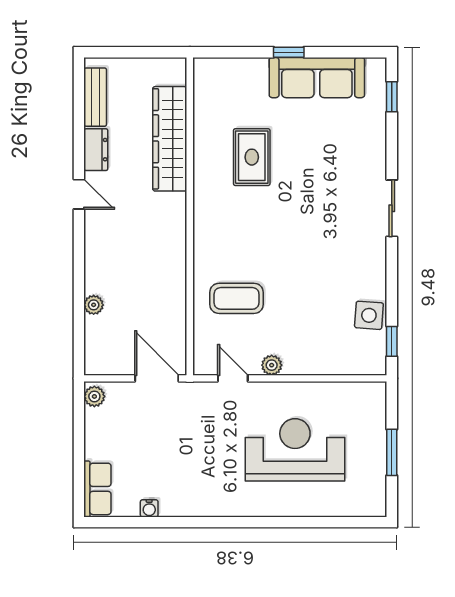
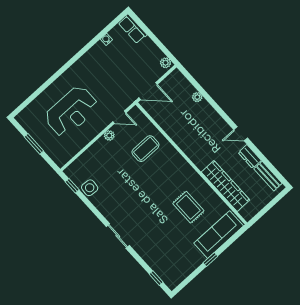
sofa: (317, 78) -> (219, 235), moved

